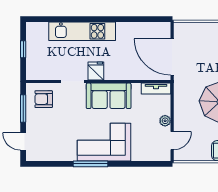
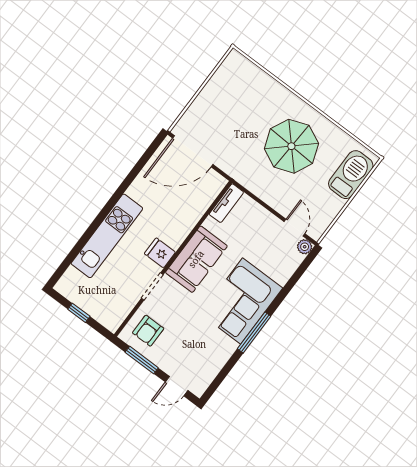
door: (172, 57) -> (193, 151), moved
plant: (165, 121) -> (305, 247), moved

